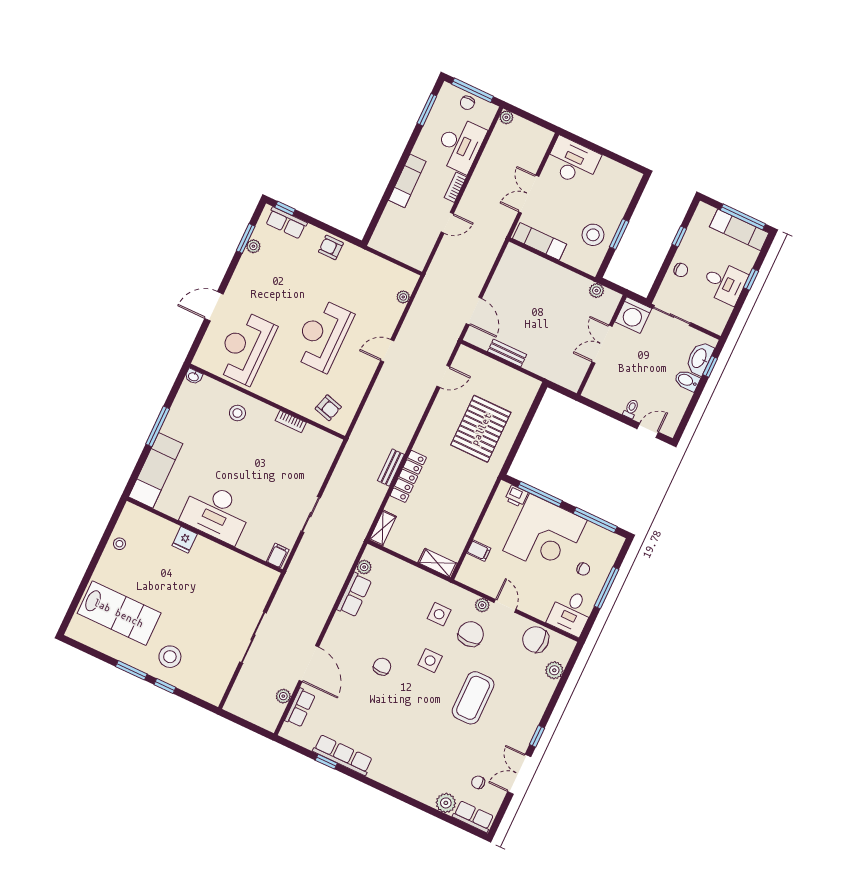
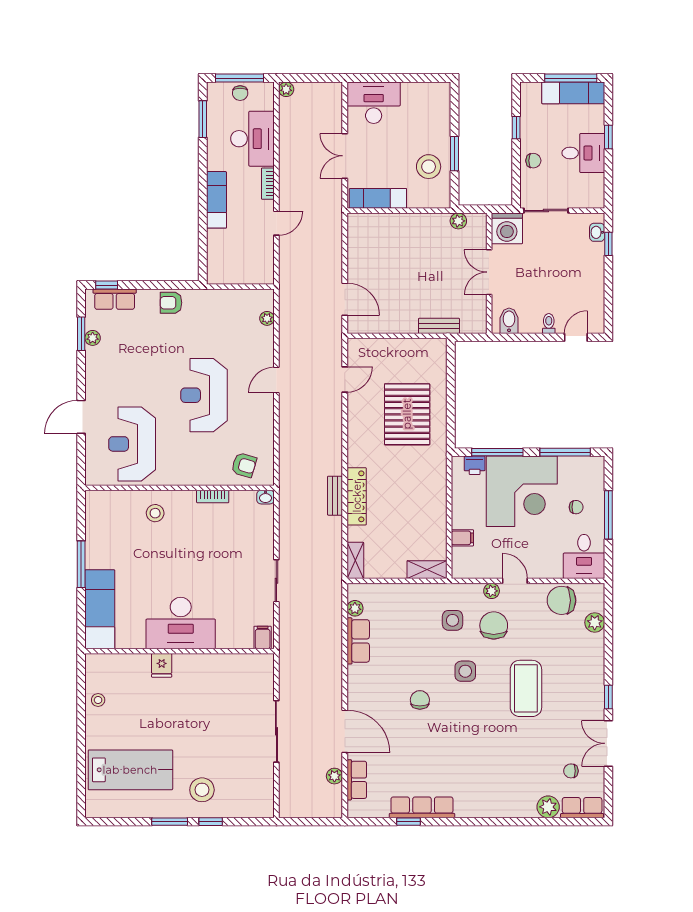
bench: (507, 353) -> (439, 326), moved
washbasin: (700, 358) -> (597, 232), width x0.52, depth x0.69
washbasin: (194, 376) -> (266, 497), moved
bidet: (687, 380) -> (509, 321), moved, turned 90

